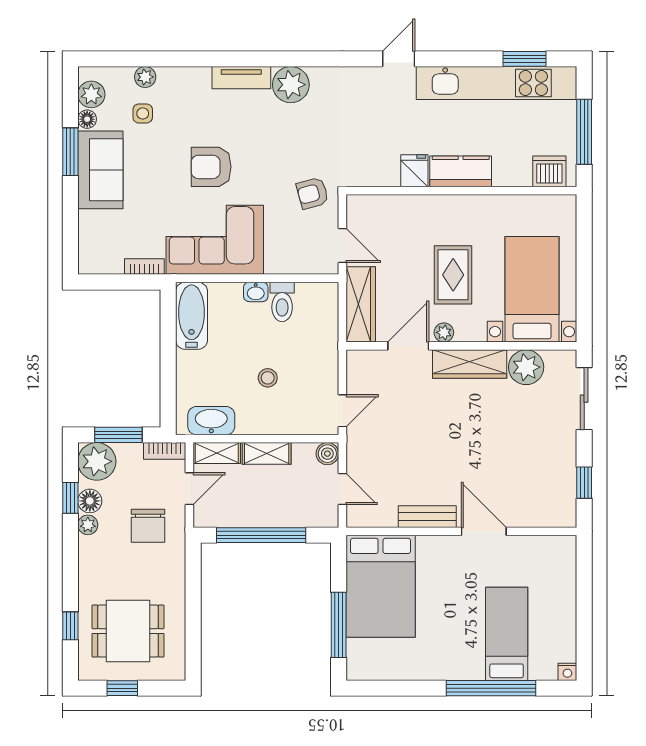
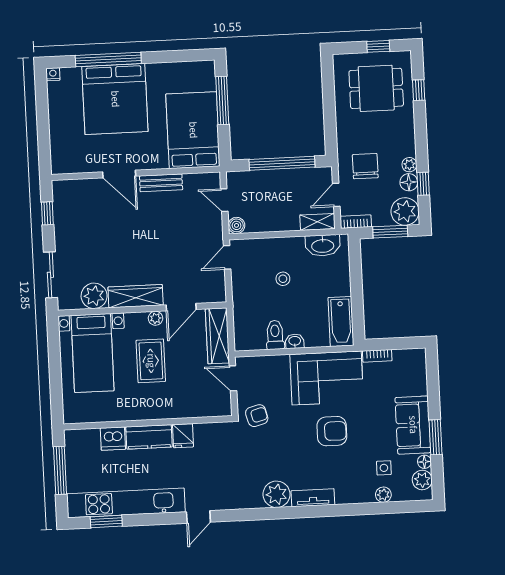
dishwasher: (549, 171) -> (113, 439), moved
shelving: (267, 453) -> (281, 223), removed
bed: (507, 634) -> (115, 99), width x2.04

